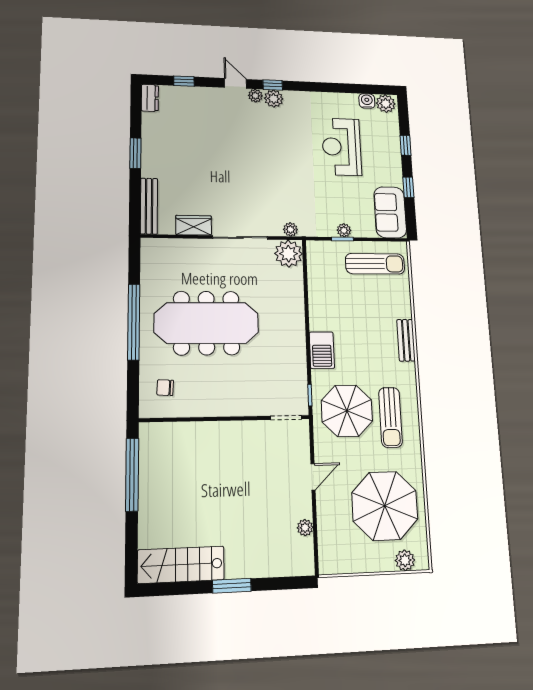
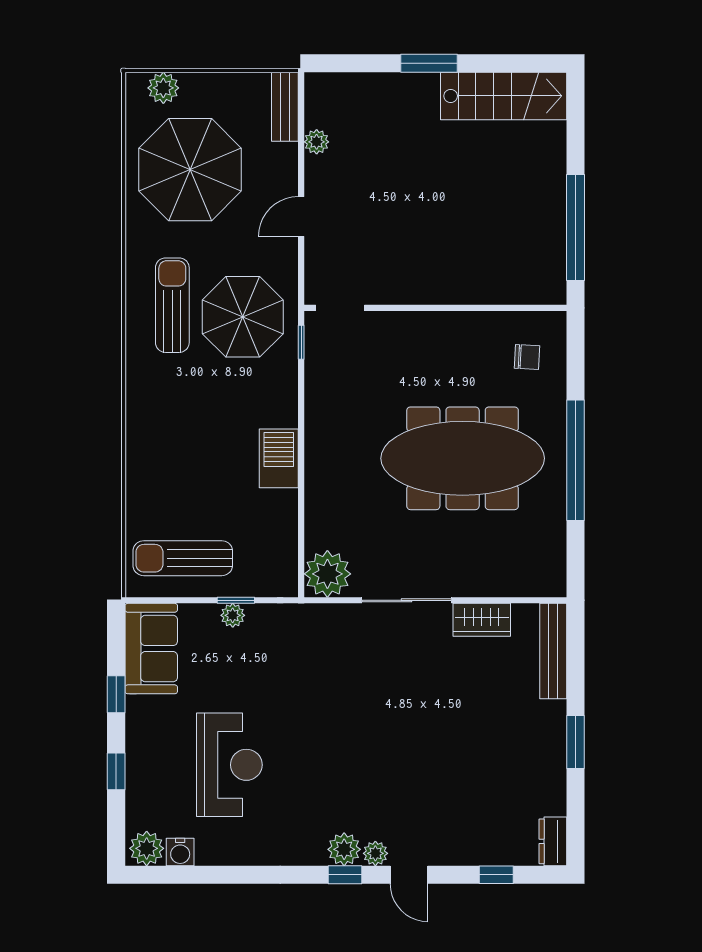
plant: (290, 229) -> (323, 615), removed
bench: (406, 340) -> (285, 107), moved
barbecue: (322, 350) -> (279, 458), moved

